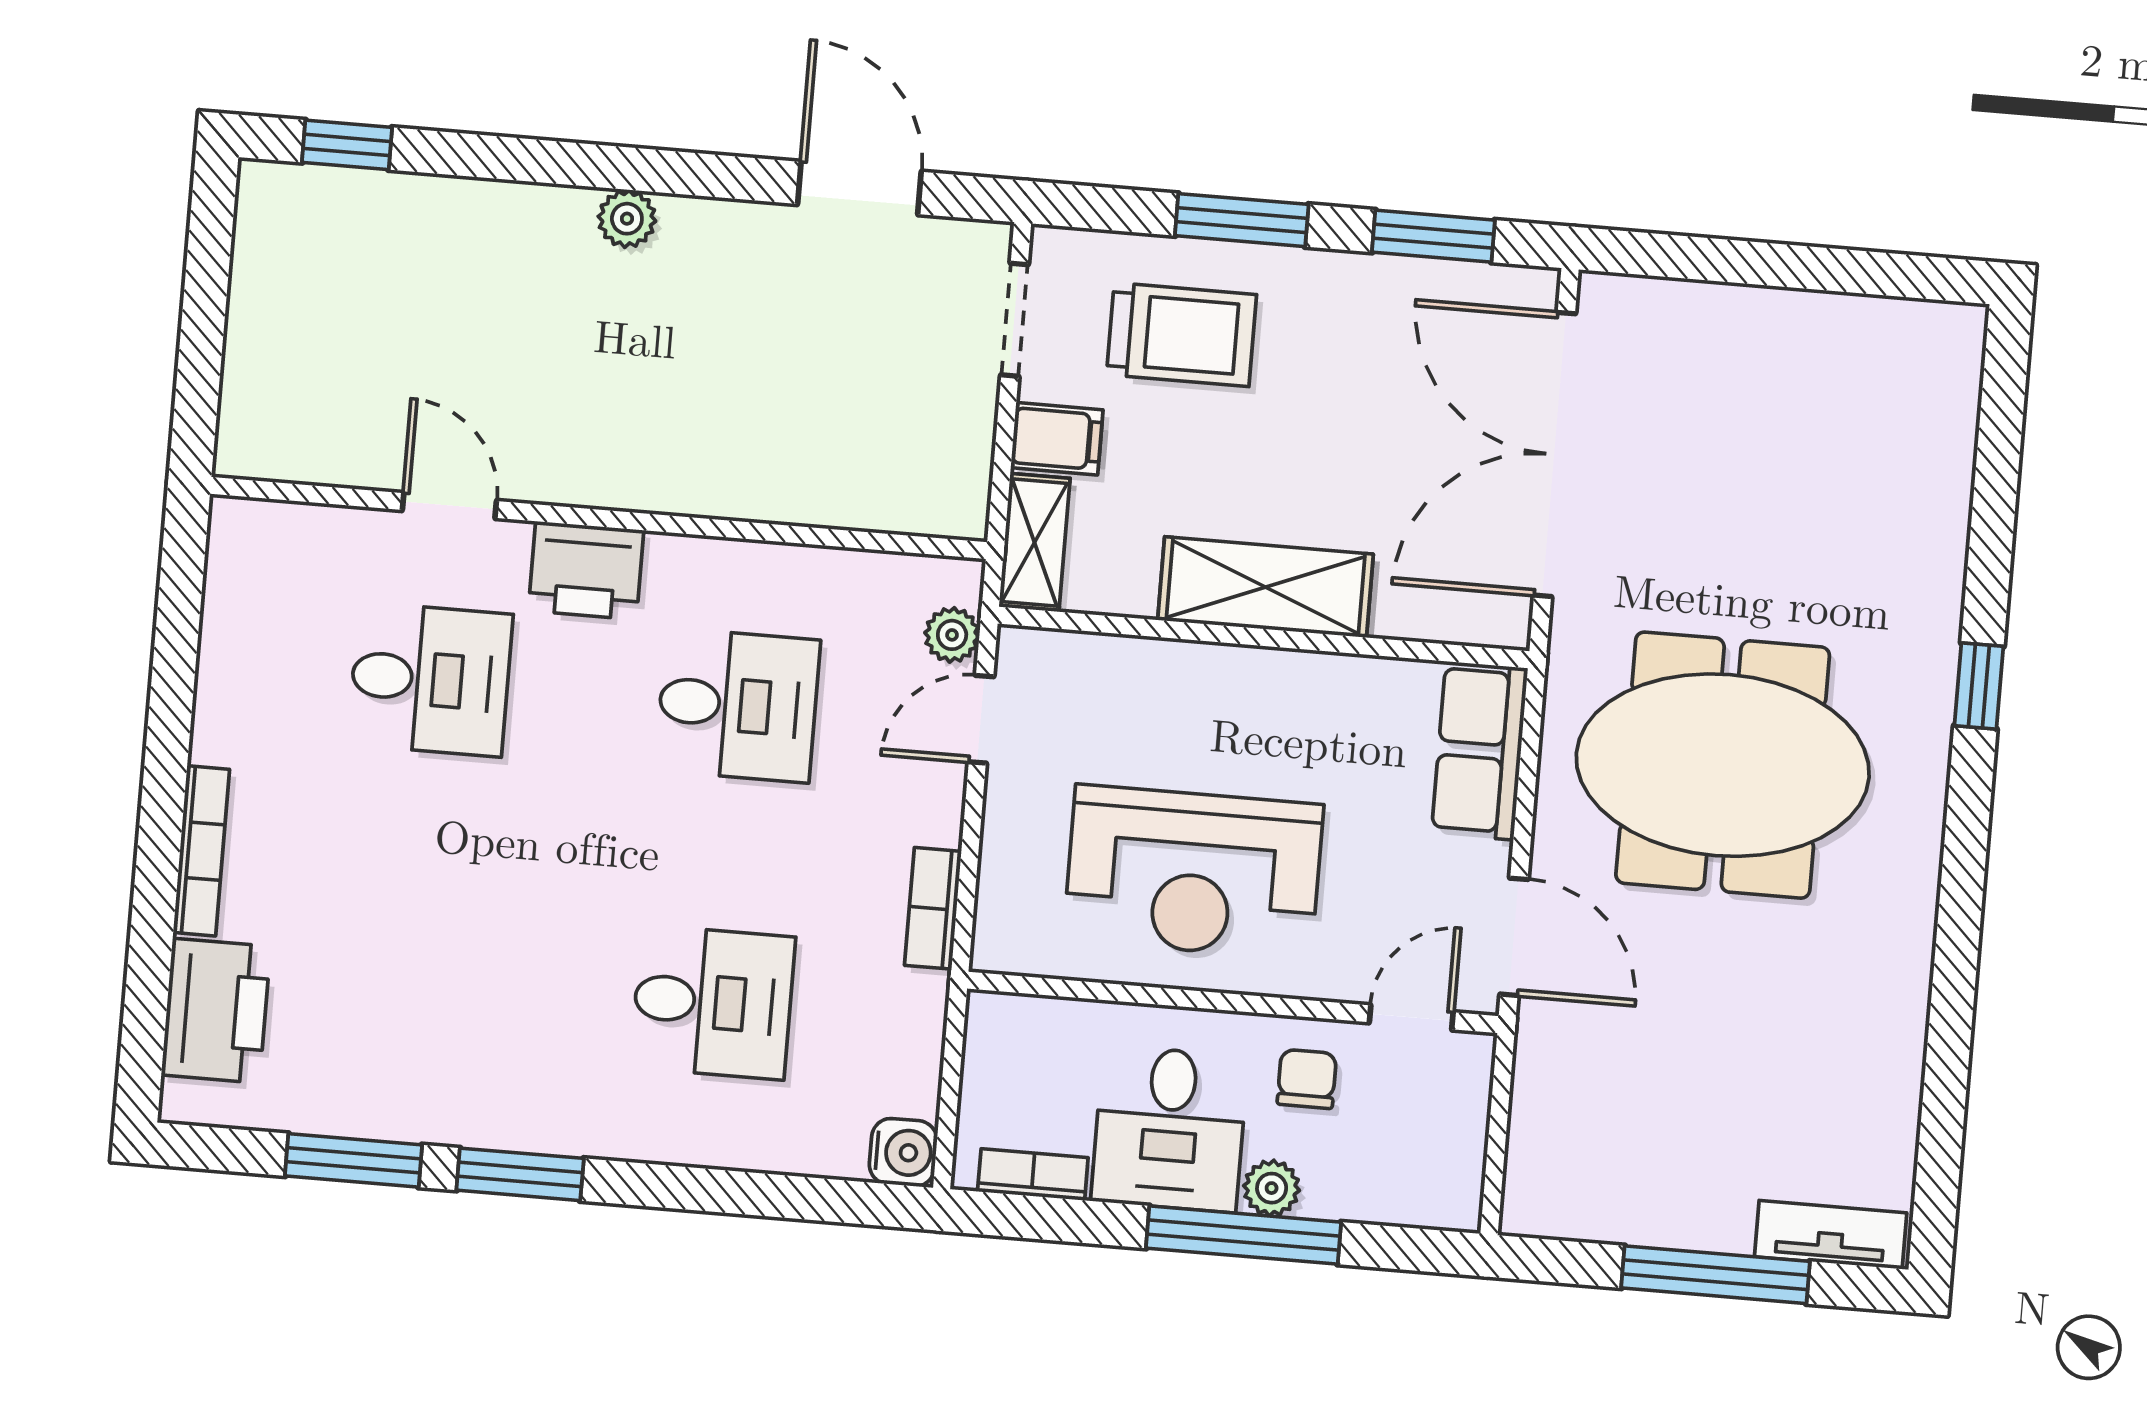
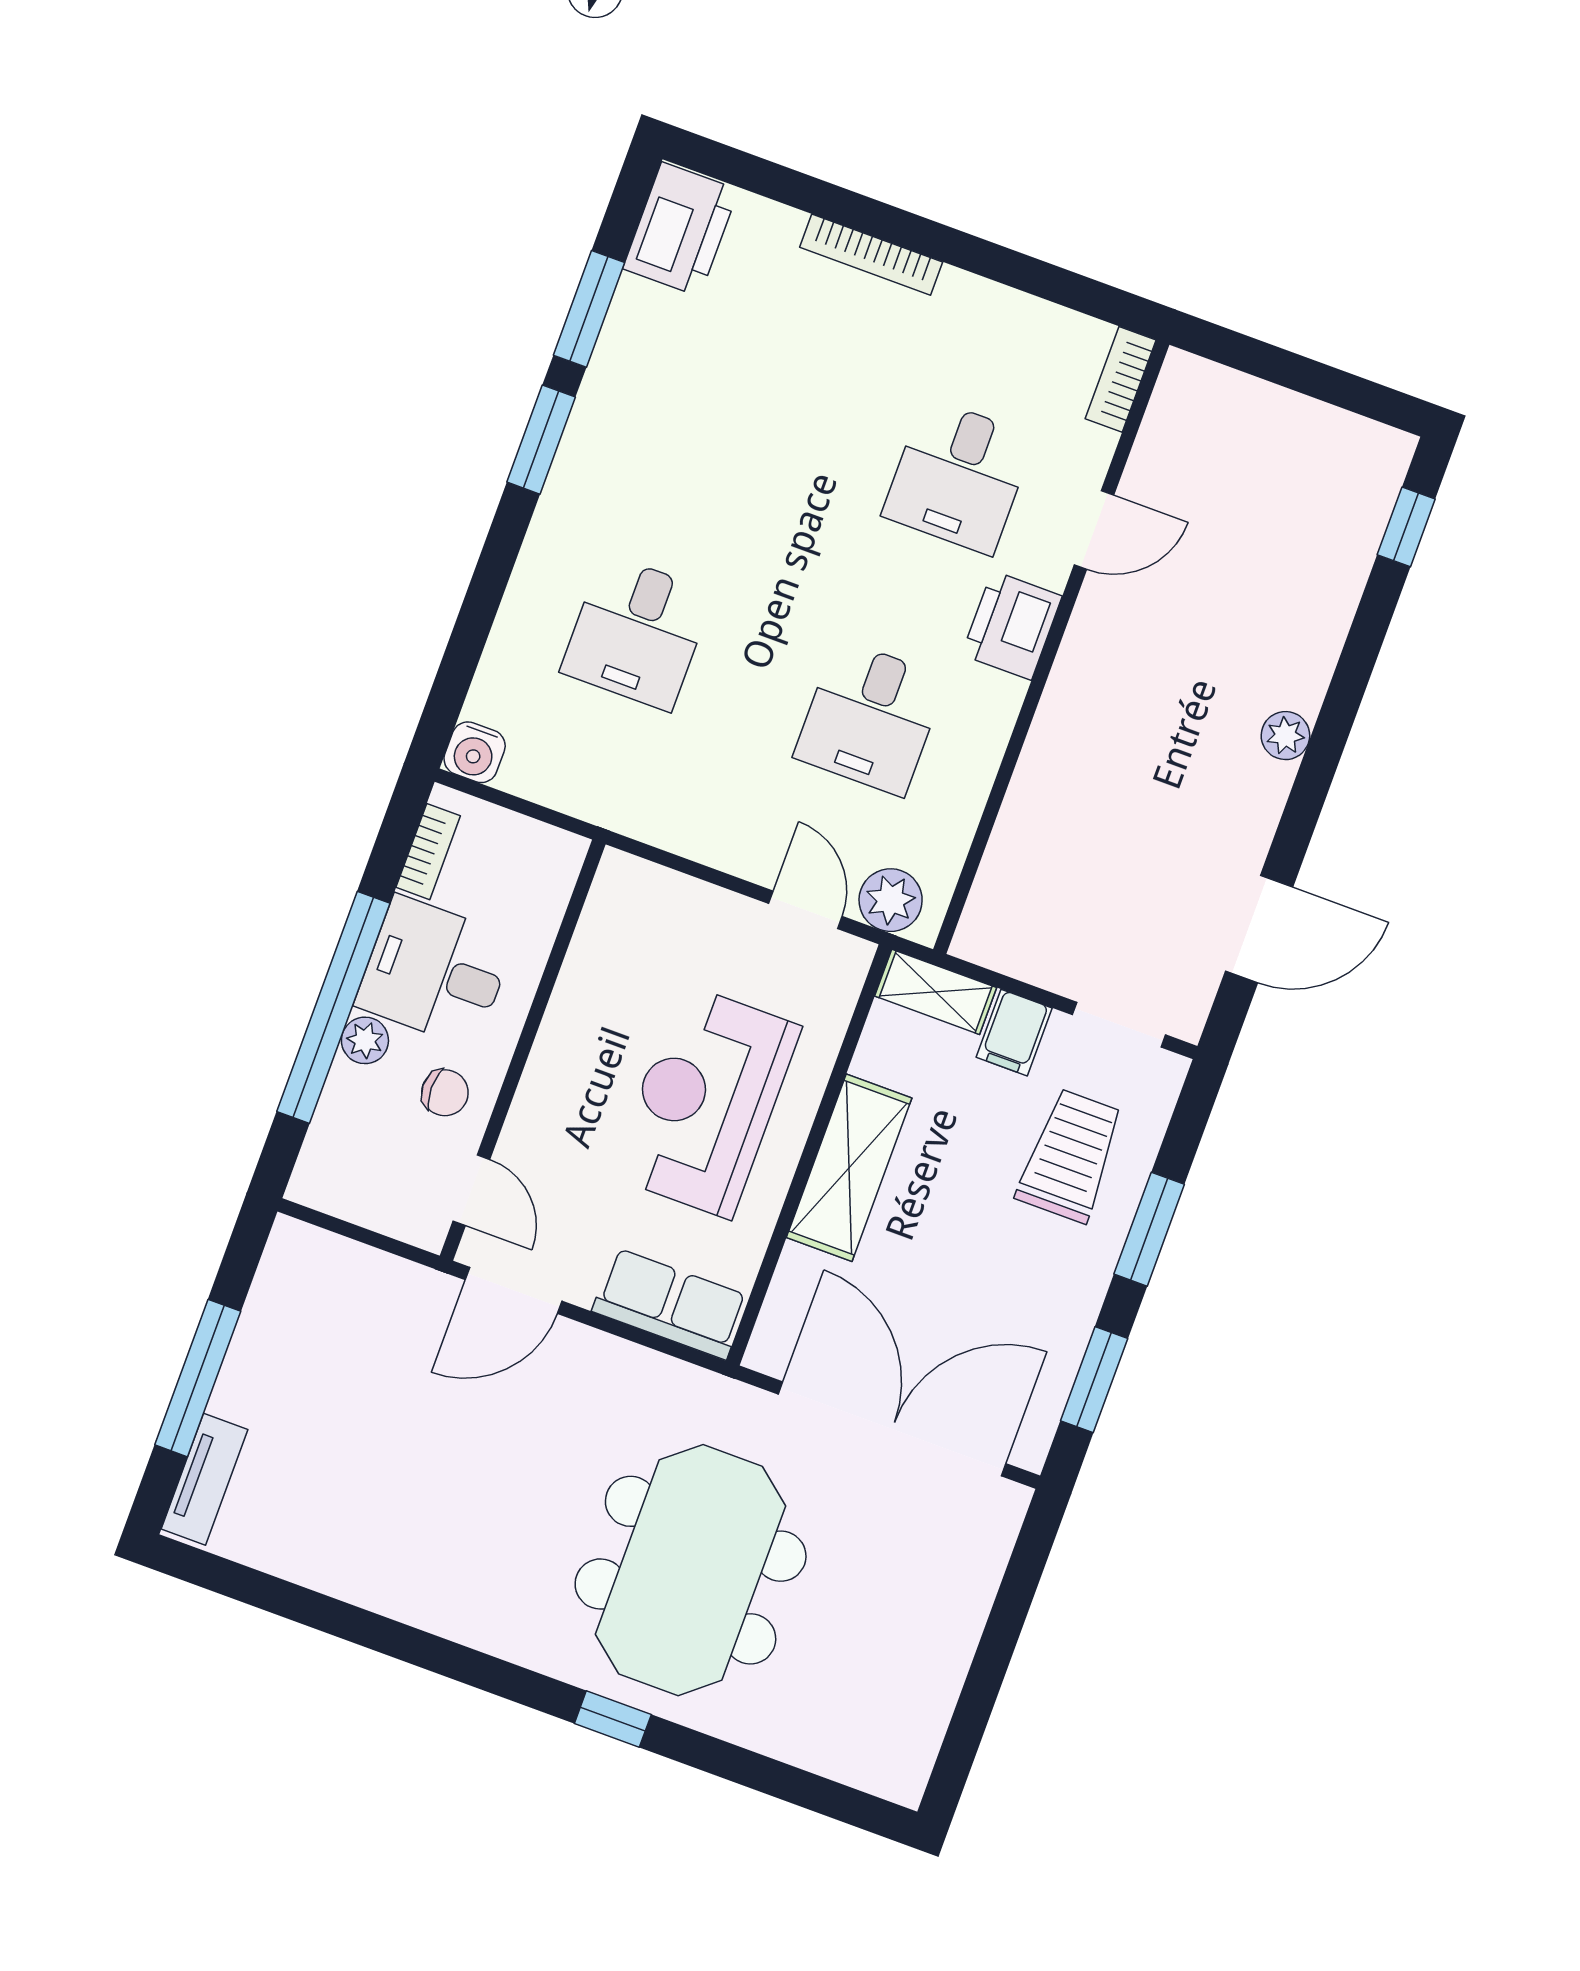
trolley: (1182, 335) -> (1070, 1156), turned 180
plant: (952, 635) -> (891, 900), width x1.38, depth x1.38
meeting table: (1723, 765) -> (691, 1570), moved
reception desk: (1193, 872) -> (706, 1101), moved
bookcase: (933, 908) -> (1121, 379), moved, turned -90
printer: (216, 1011) -> (681, 229), moved, turned -90
window: (1243, 1235) -> (333, 1007), width x1.46

